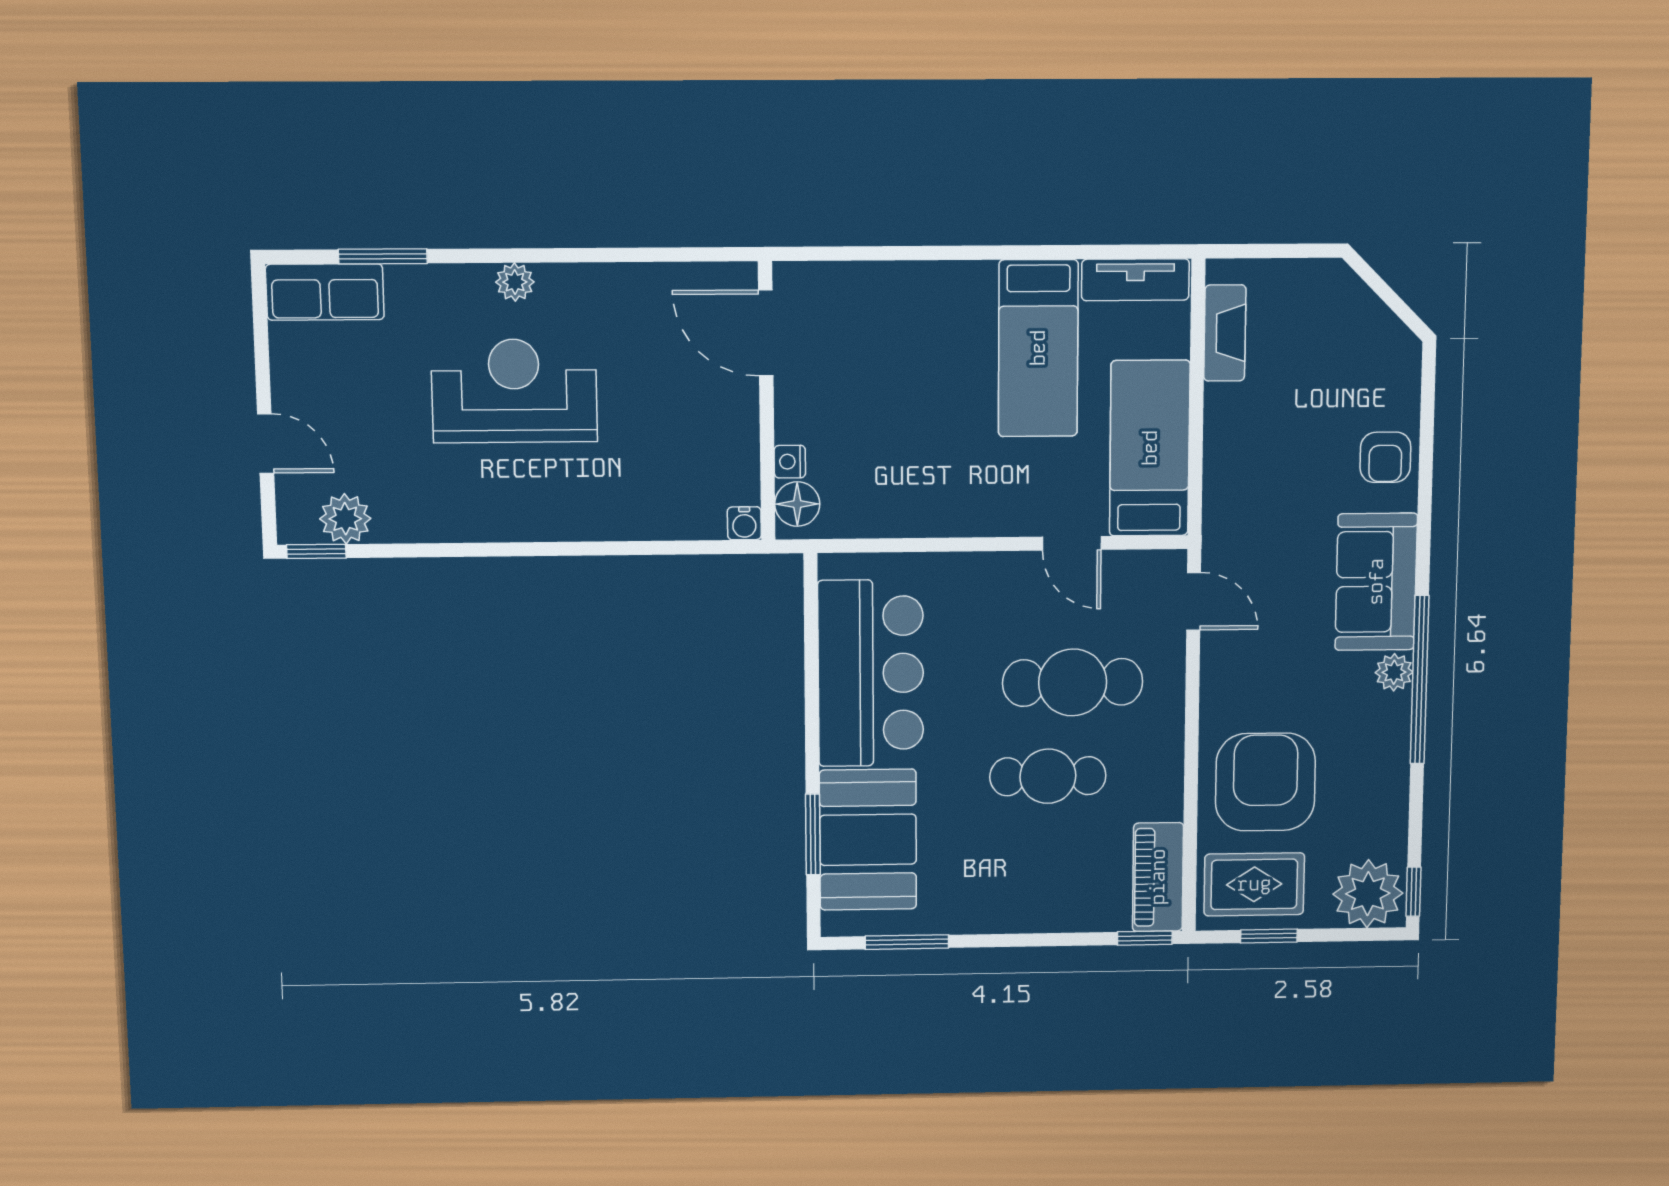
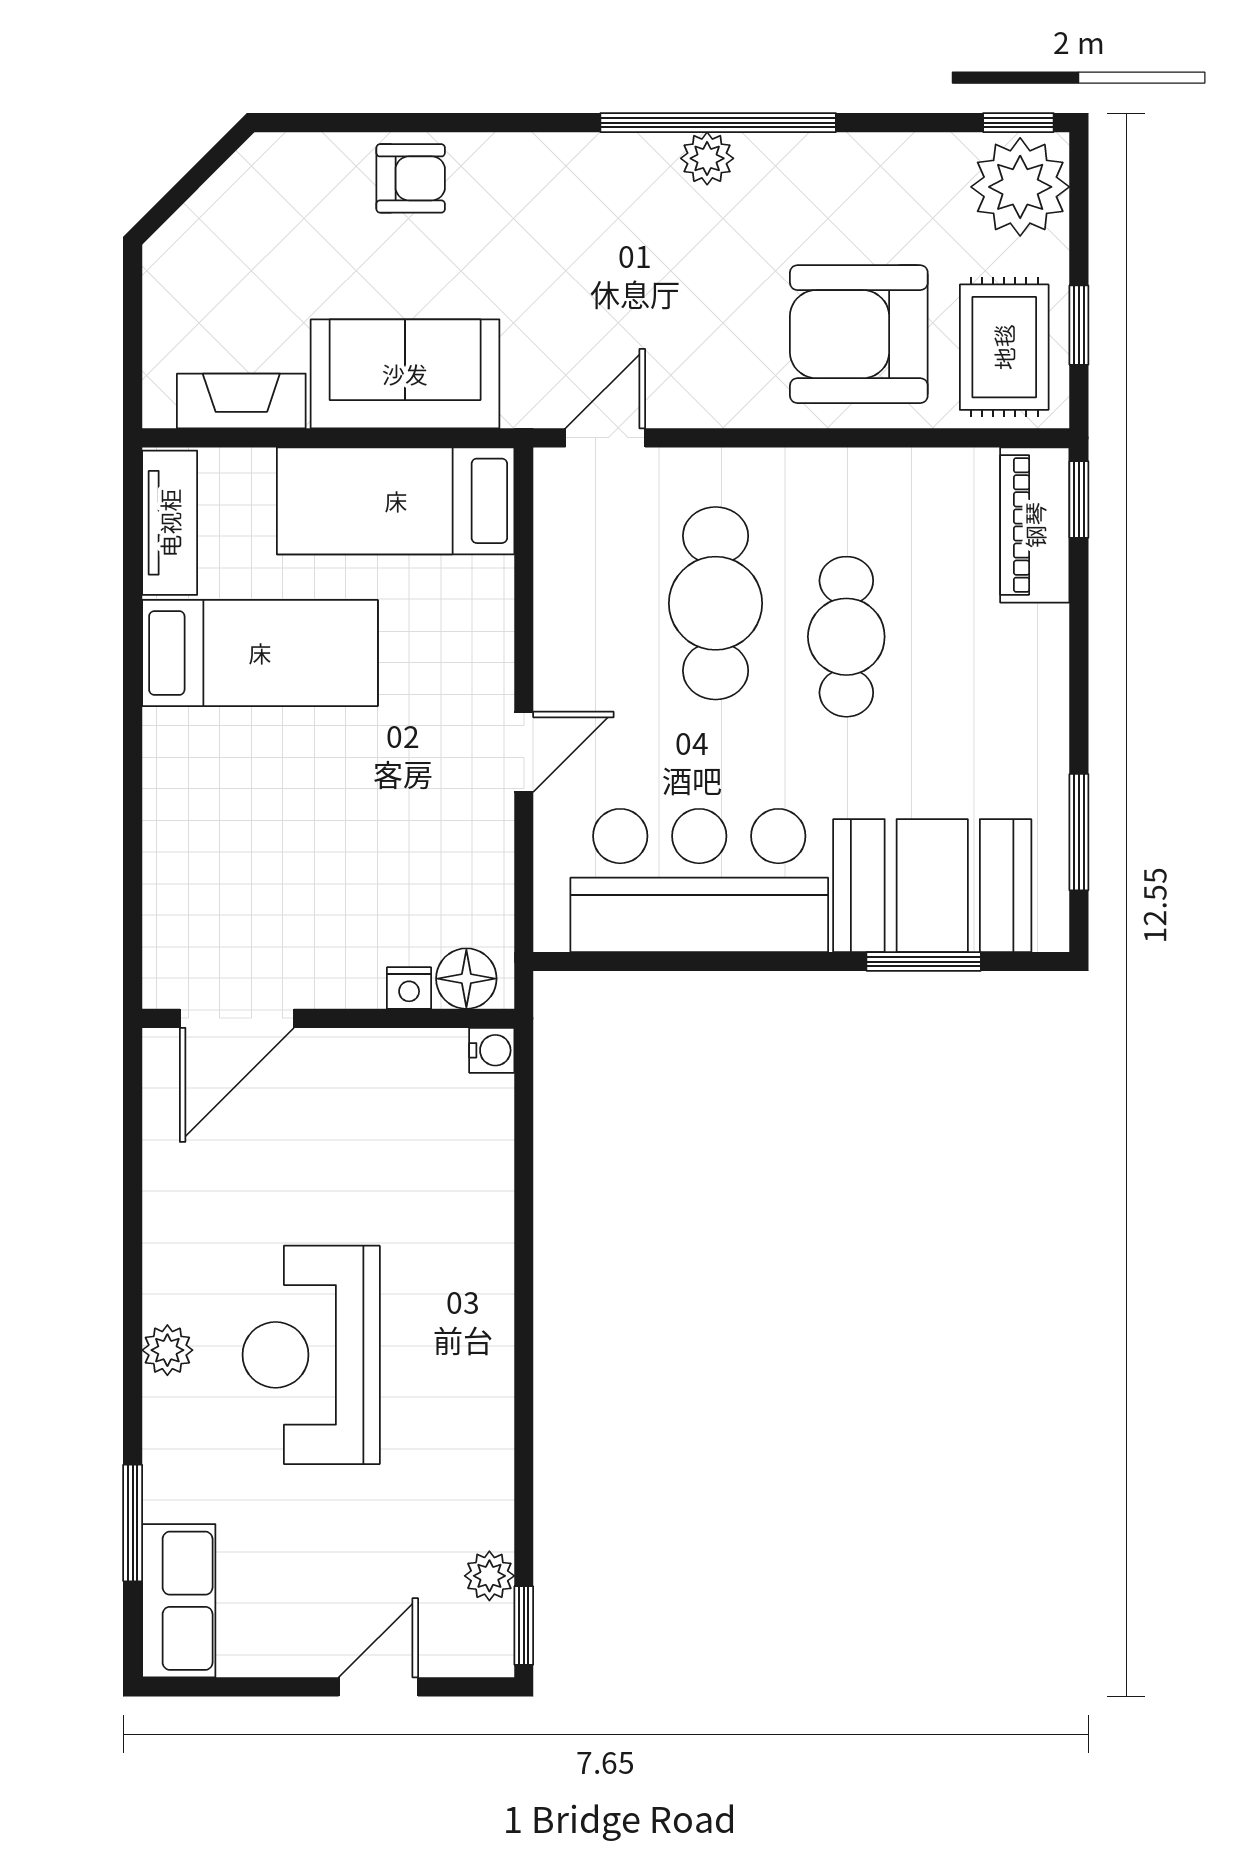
plant: (345, 519) -> (489, 1576), width x0.73, depth x0.73
door: (1072, 543) -> (524, 752), moved
sofa: (1376, 582) -> (405, 374), moved, turned 180
piano: (1158, 877) -> (1035, 525), moved, turned 90

